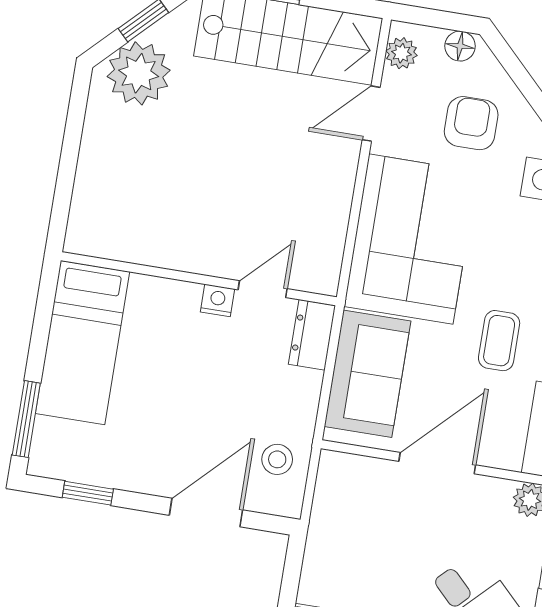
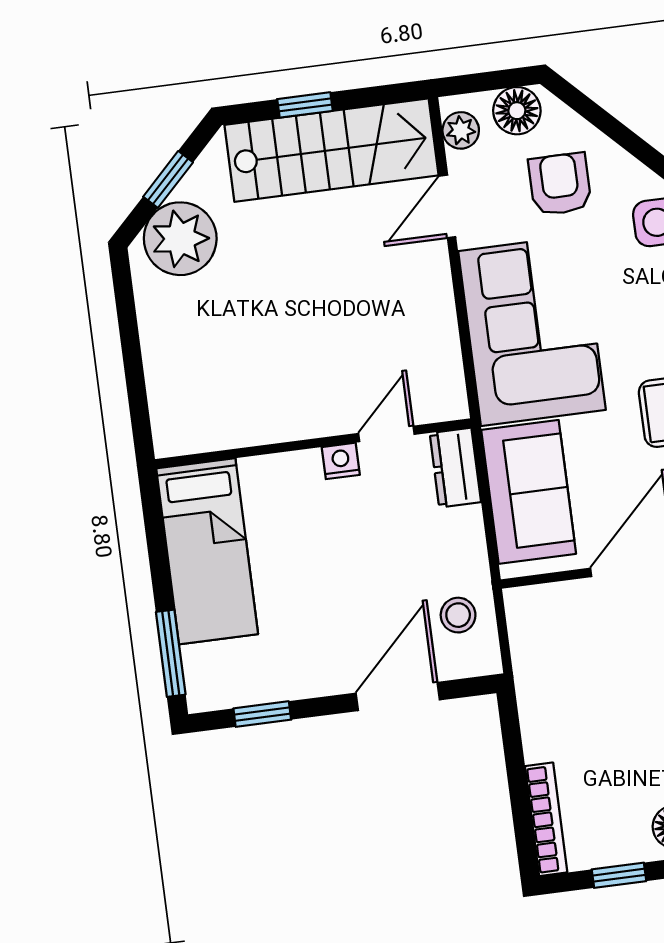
floor lamp: (460, 46) -> (517, 111), width x1.37, depth x1.37

